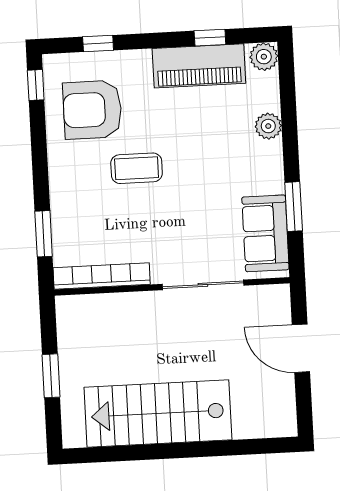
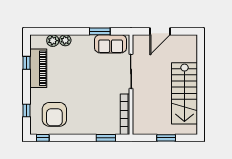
plant: (264, 57) -> (53, 41), moved
coffee table: (137, 168) -> (80, 97), removed

